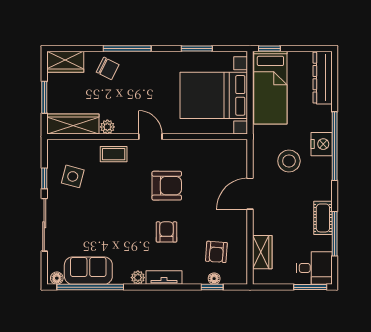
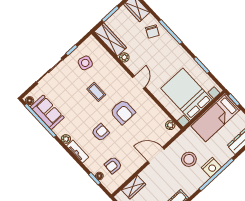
plant: (231, 146) -> (170, 125), added
coffee table: (114, 154) -> (96, 92), moved

